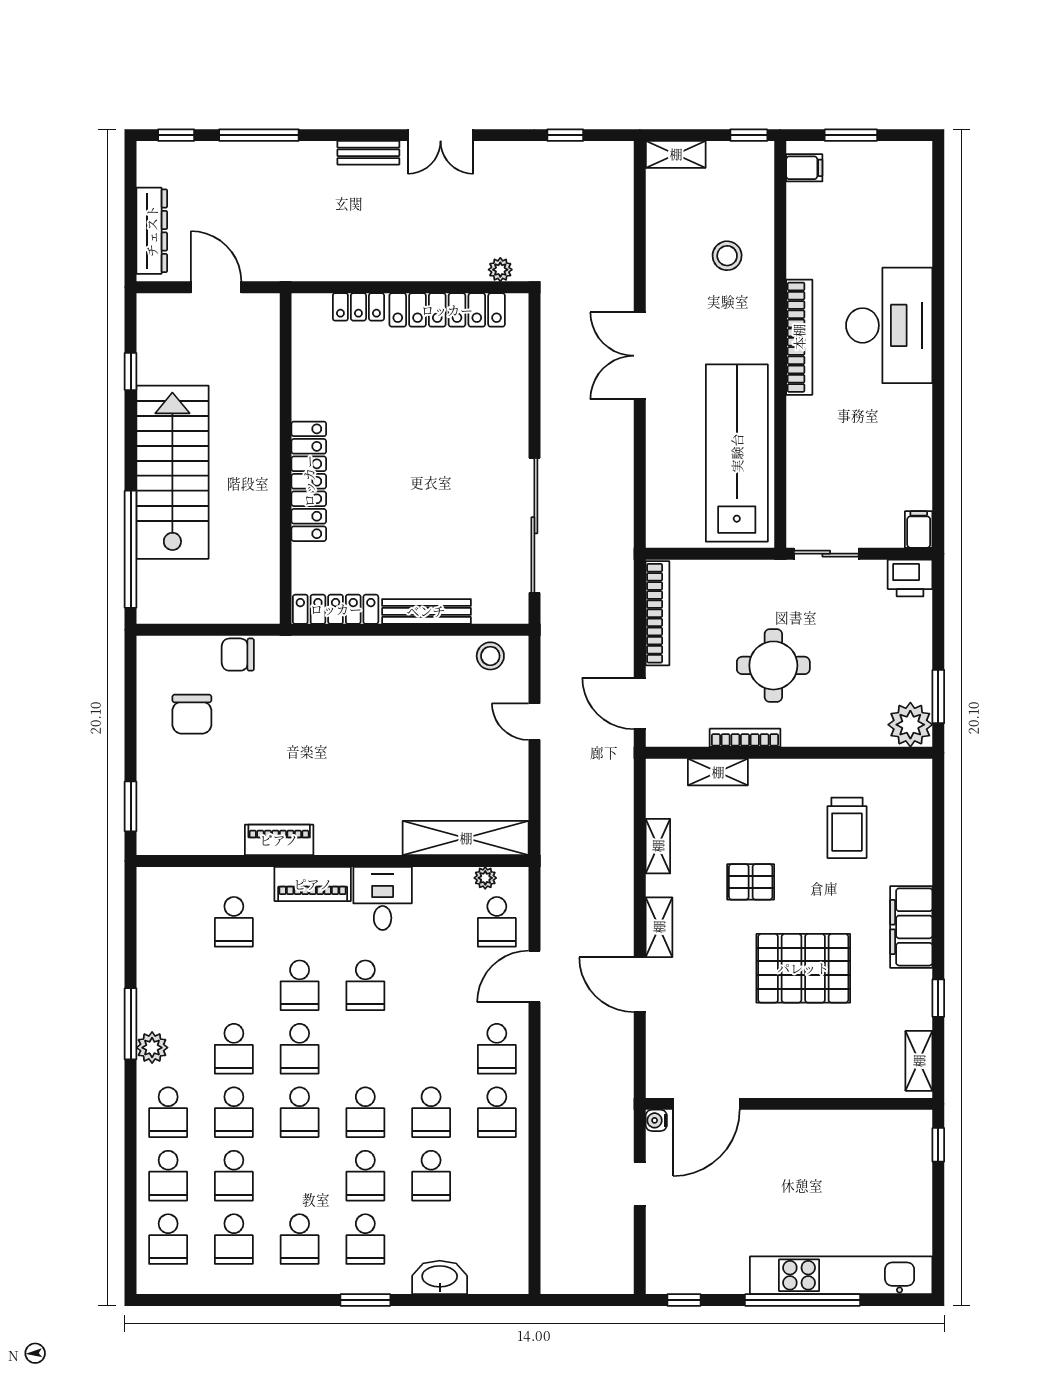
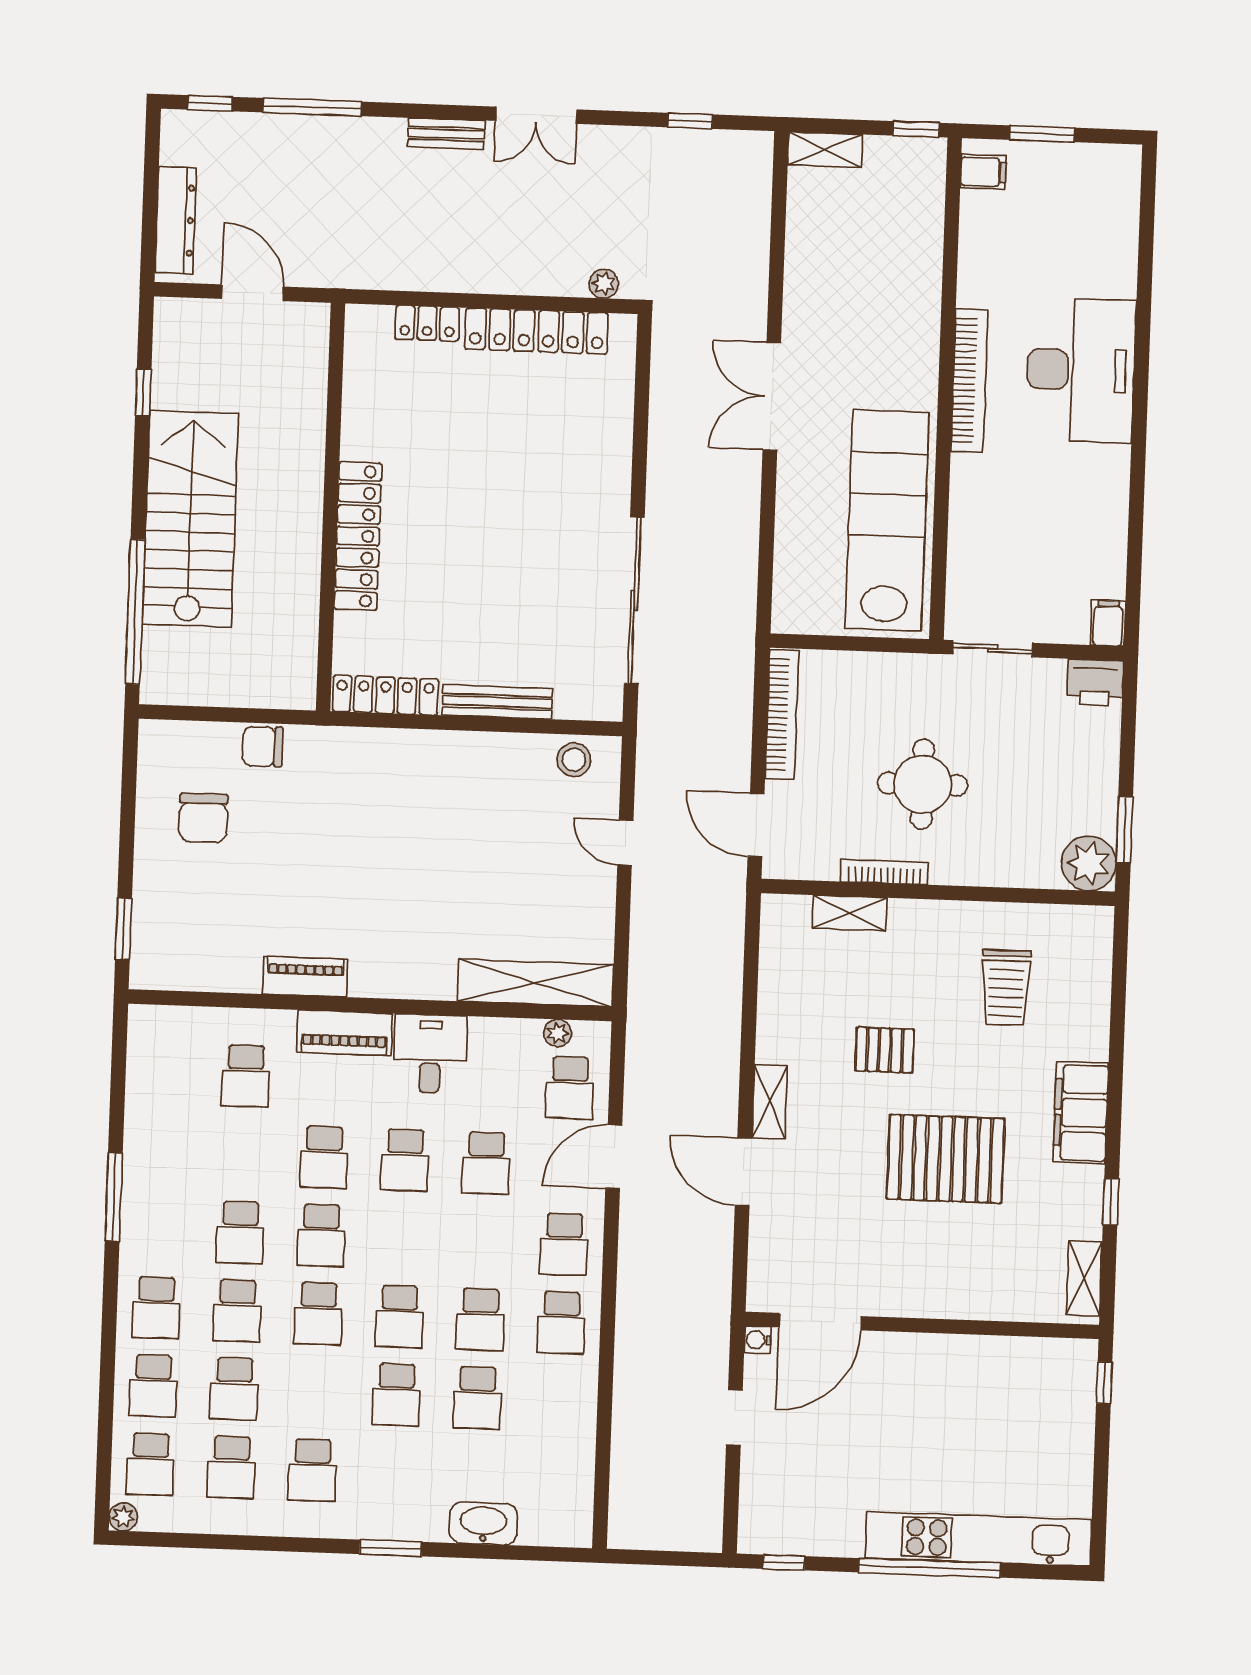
stool: (727, 256) -> (884, 277), removed
shelving: (658, 846) -> (772, 1002), removed
plant: (152, 1048) -> (123, 1517), moved, width x0.73, depth x0.73
school desk: (365, 1239) -> (486, 1163), moved

